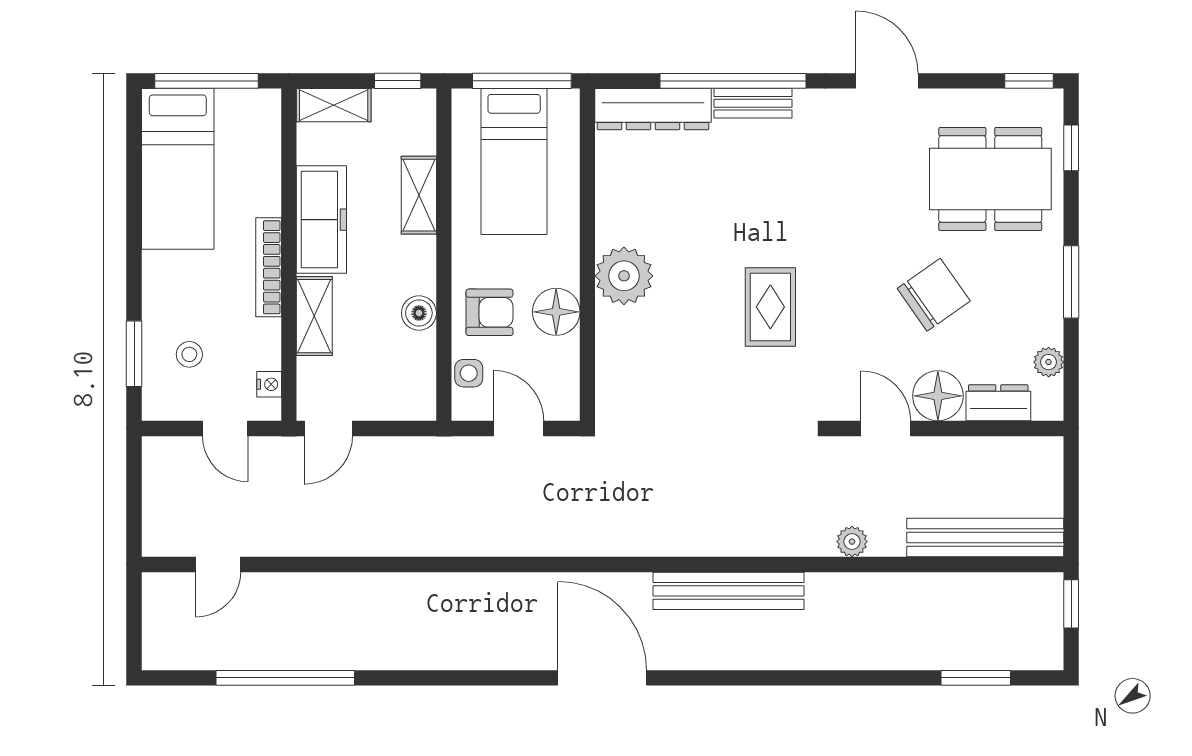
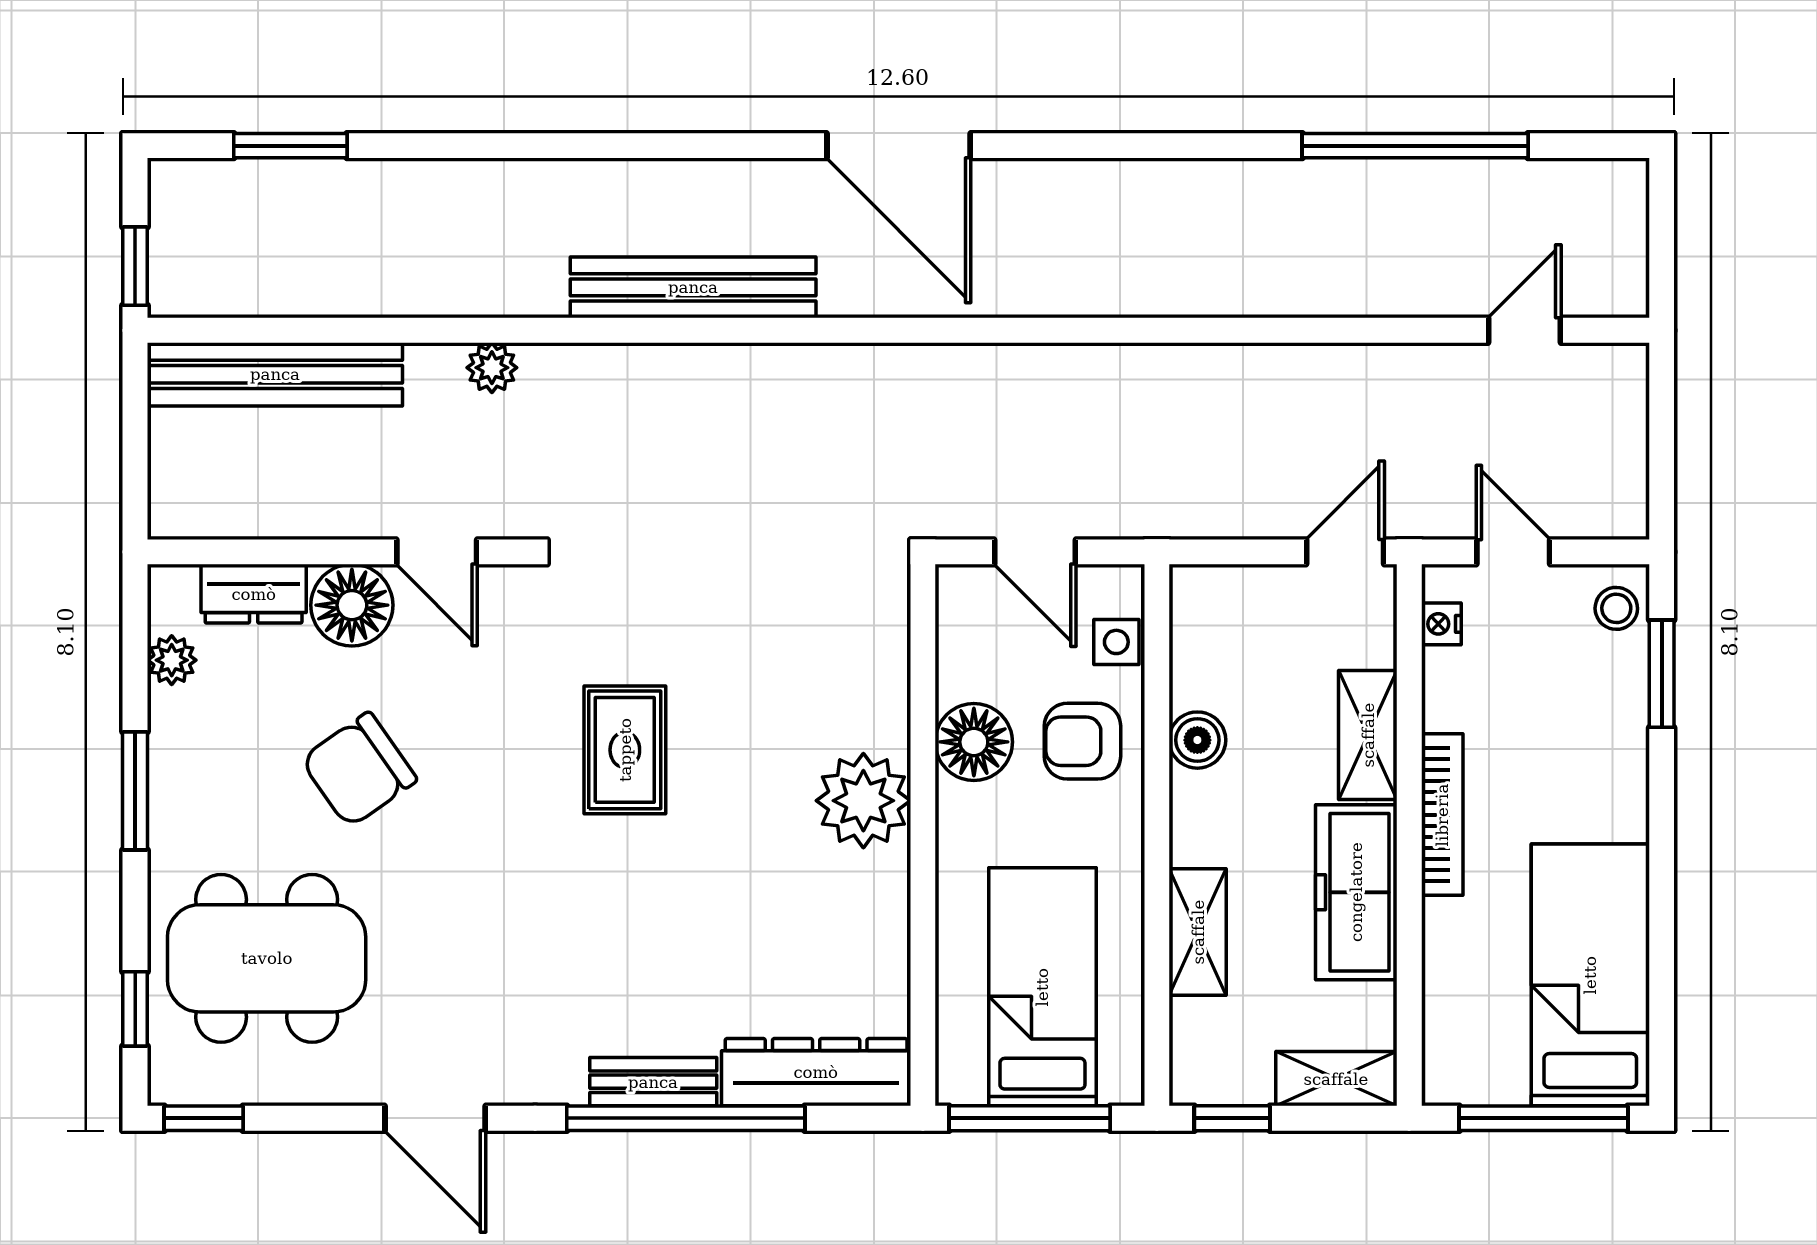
stool: (189, 354) -> (1616, 608), moved

